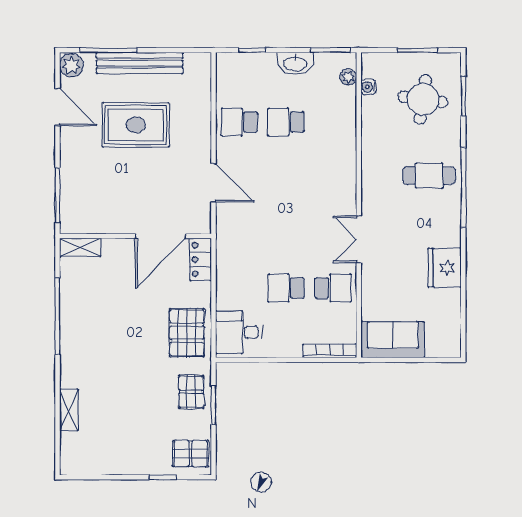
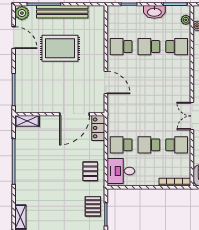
school desk: (333, 122) -> (177, 47), added
school desk: (239, 288) -> (121, 145), added
pallet: (187, 333) -> (90, 171), width x0.67, depth x0.71

